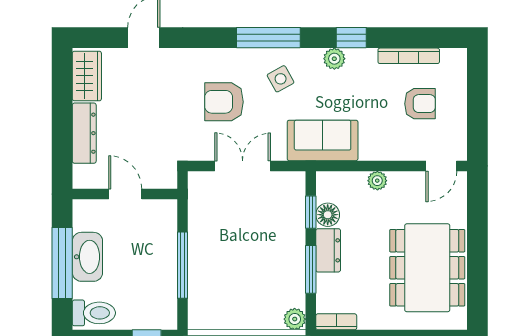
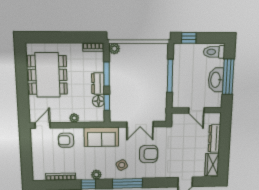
armchair: (420, 104) -> (66, 140), moved

